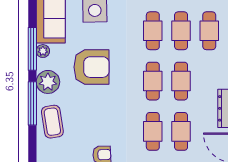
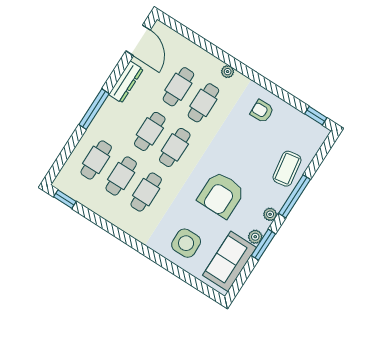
window: (32, 49) -> (263, 245), width x0.69
armchair: (92, 67) -> (221, 195), turned -90
plant: (48, 82) -> (270, 214), width x0.53, depth x0.53

